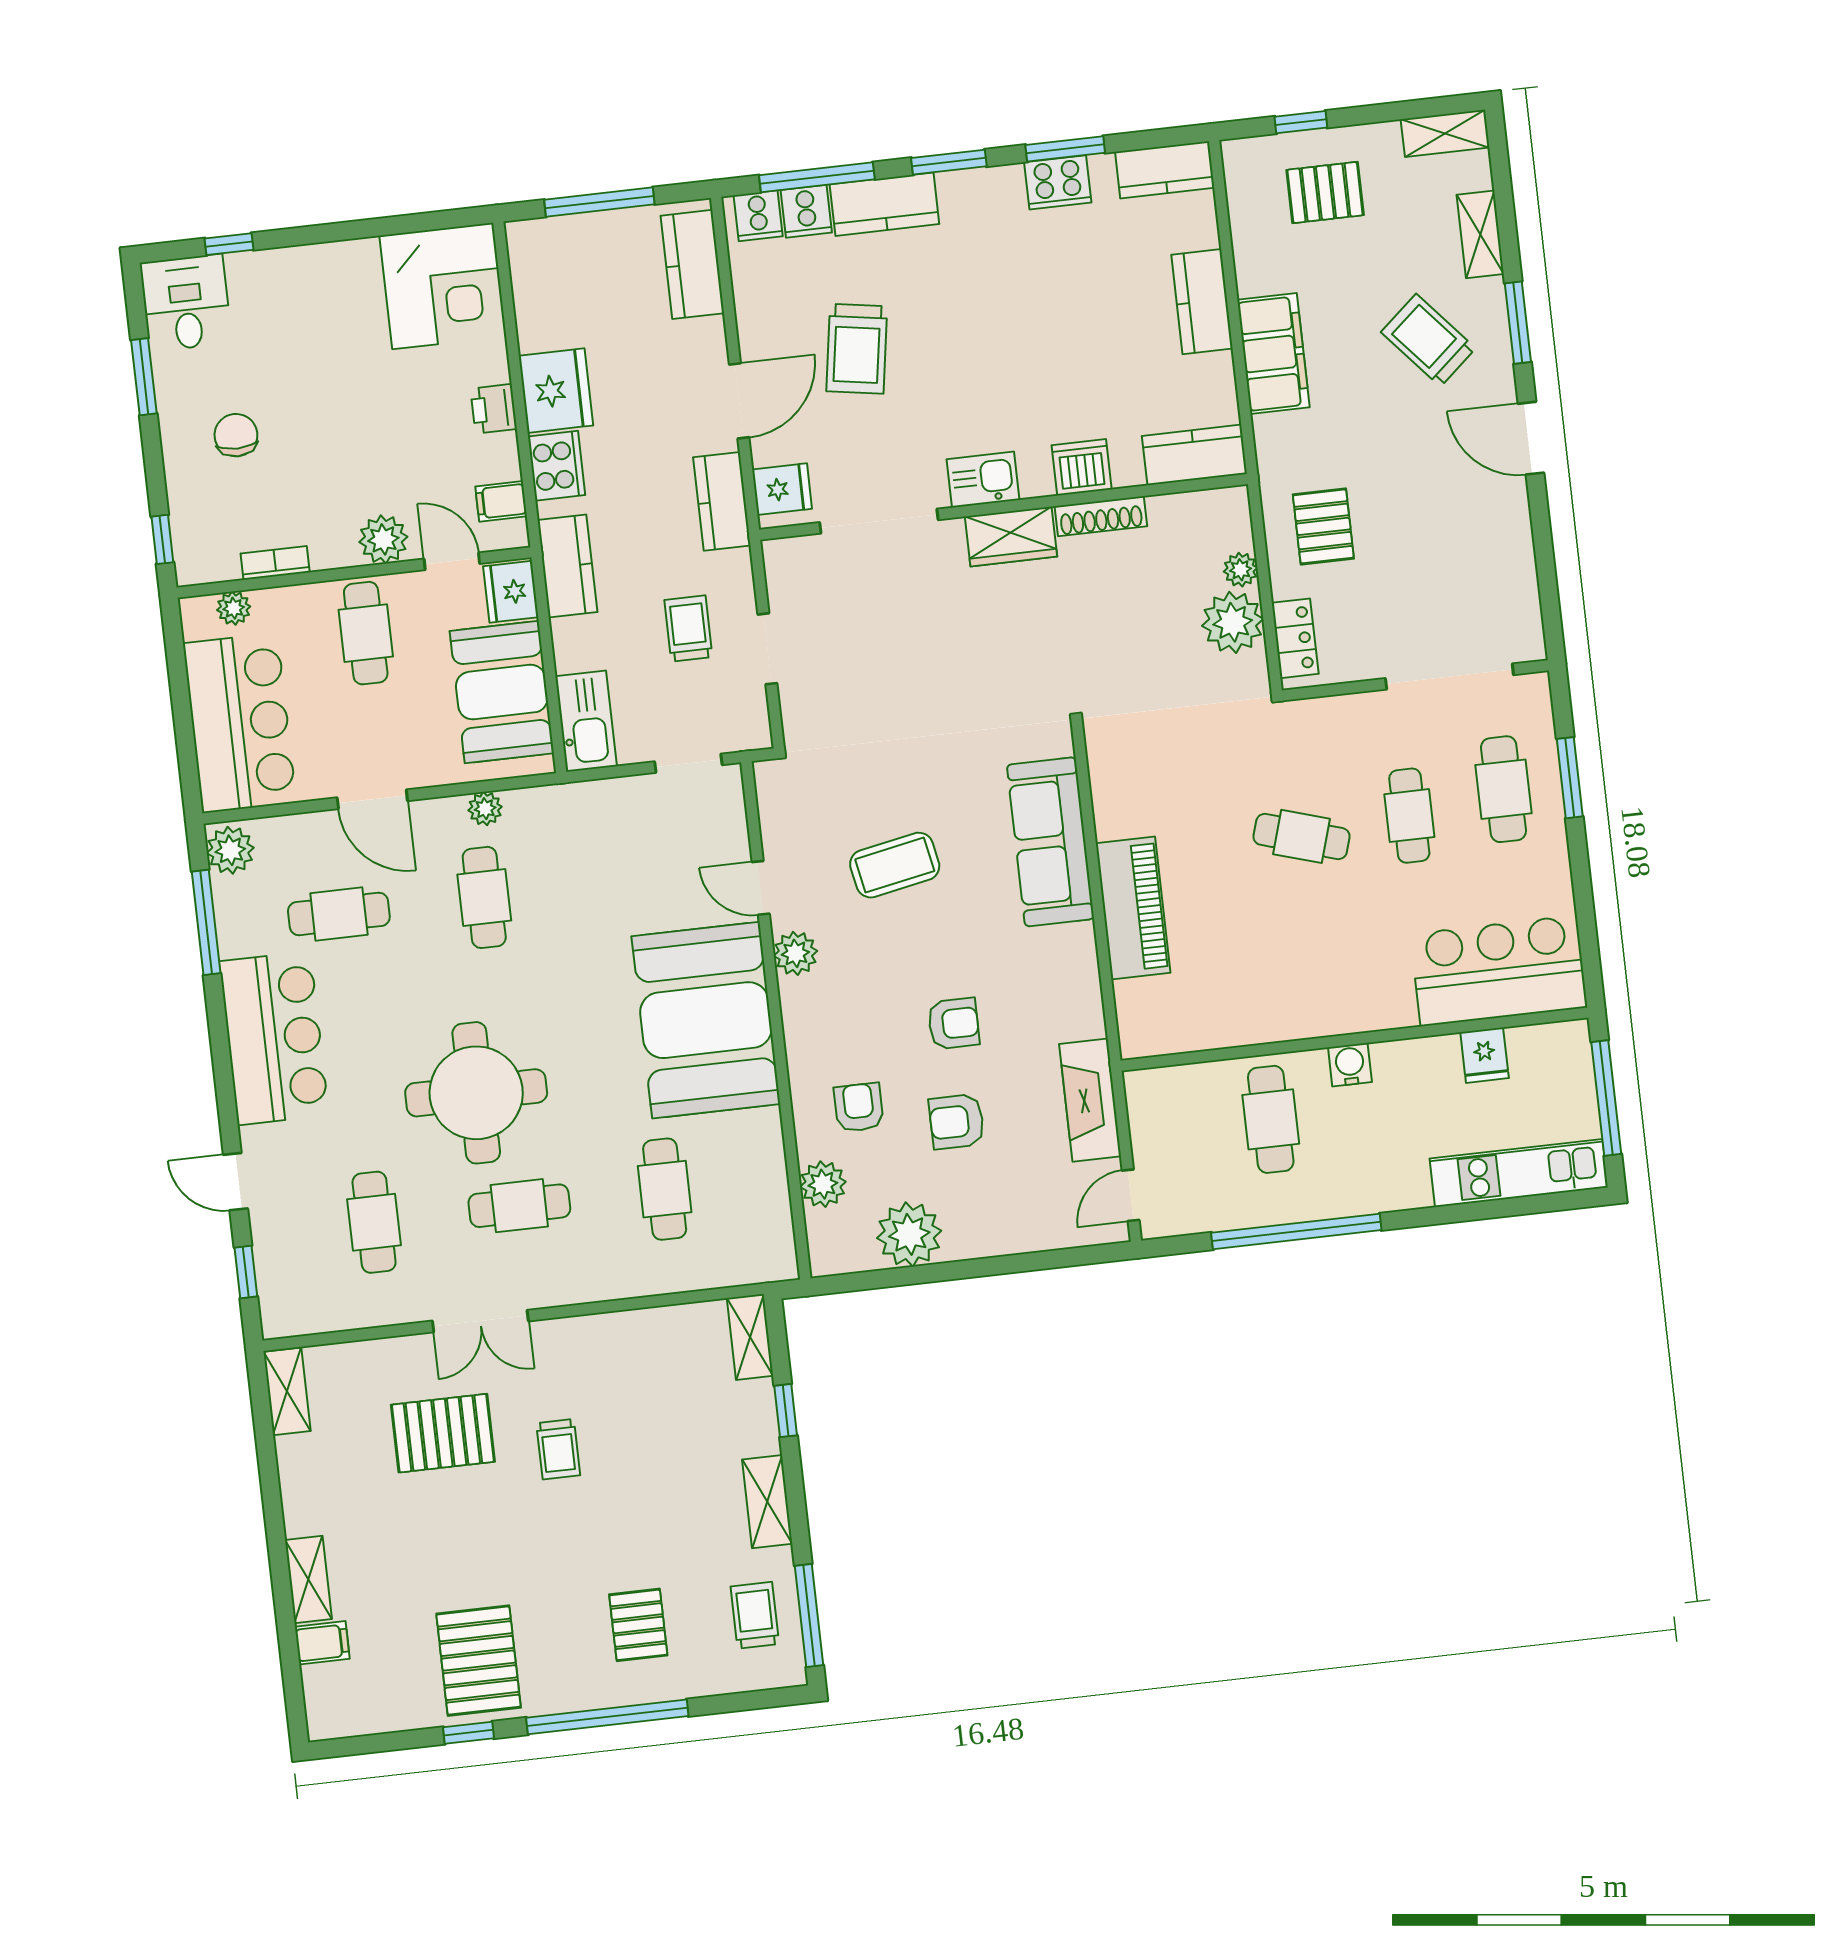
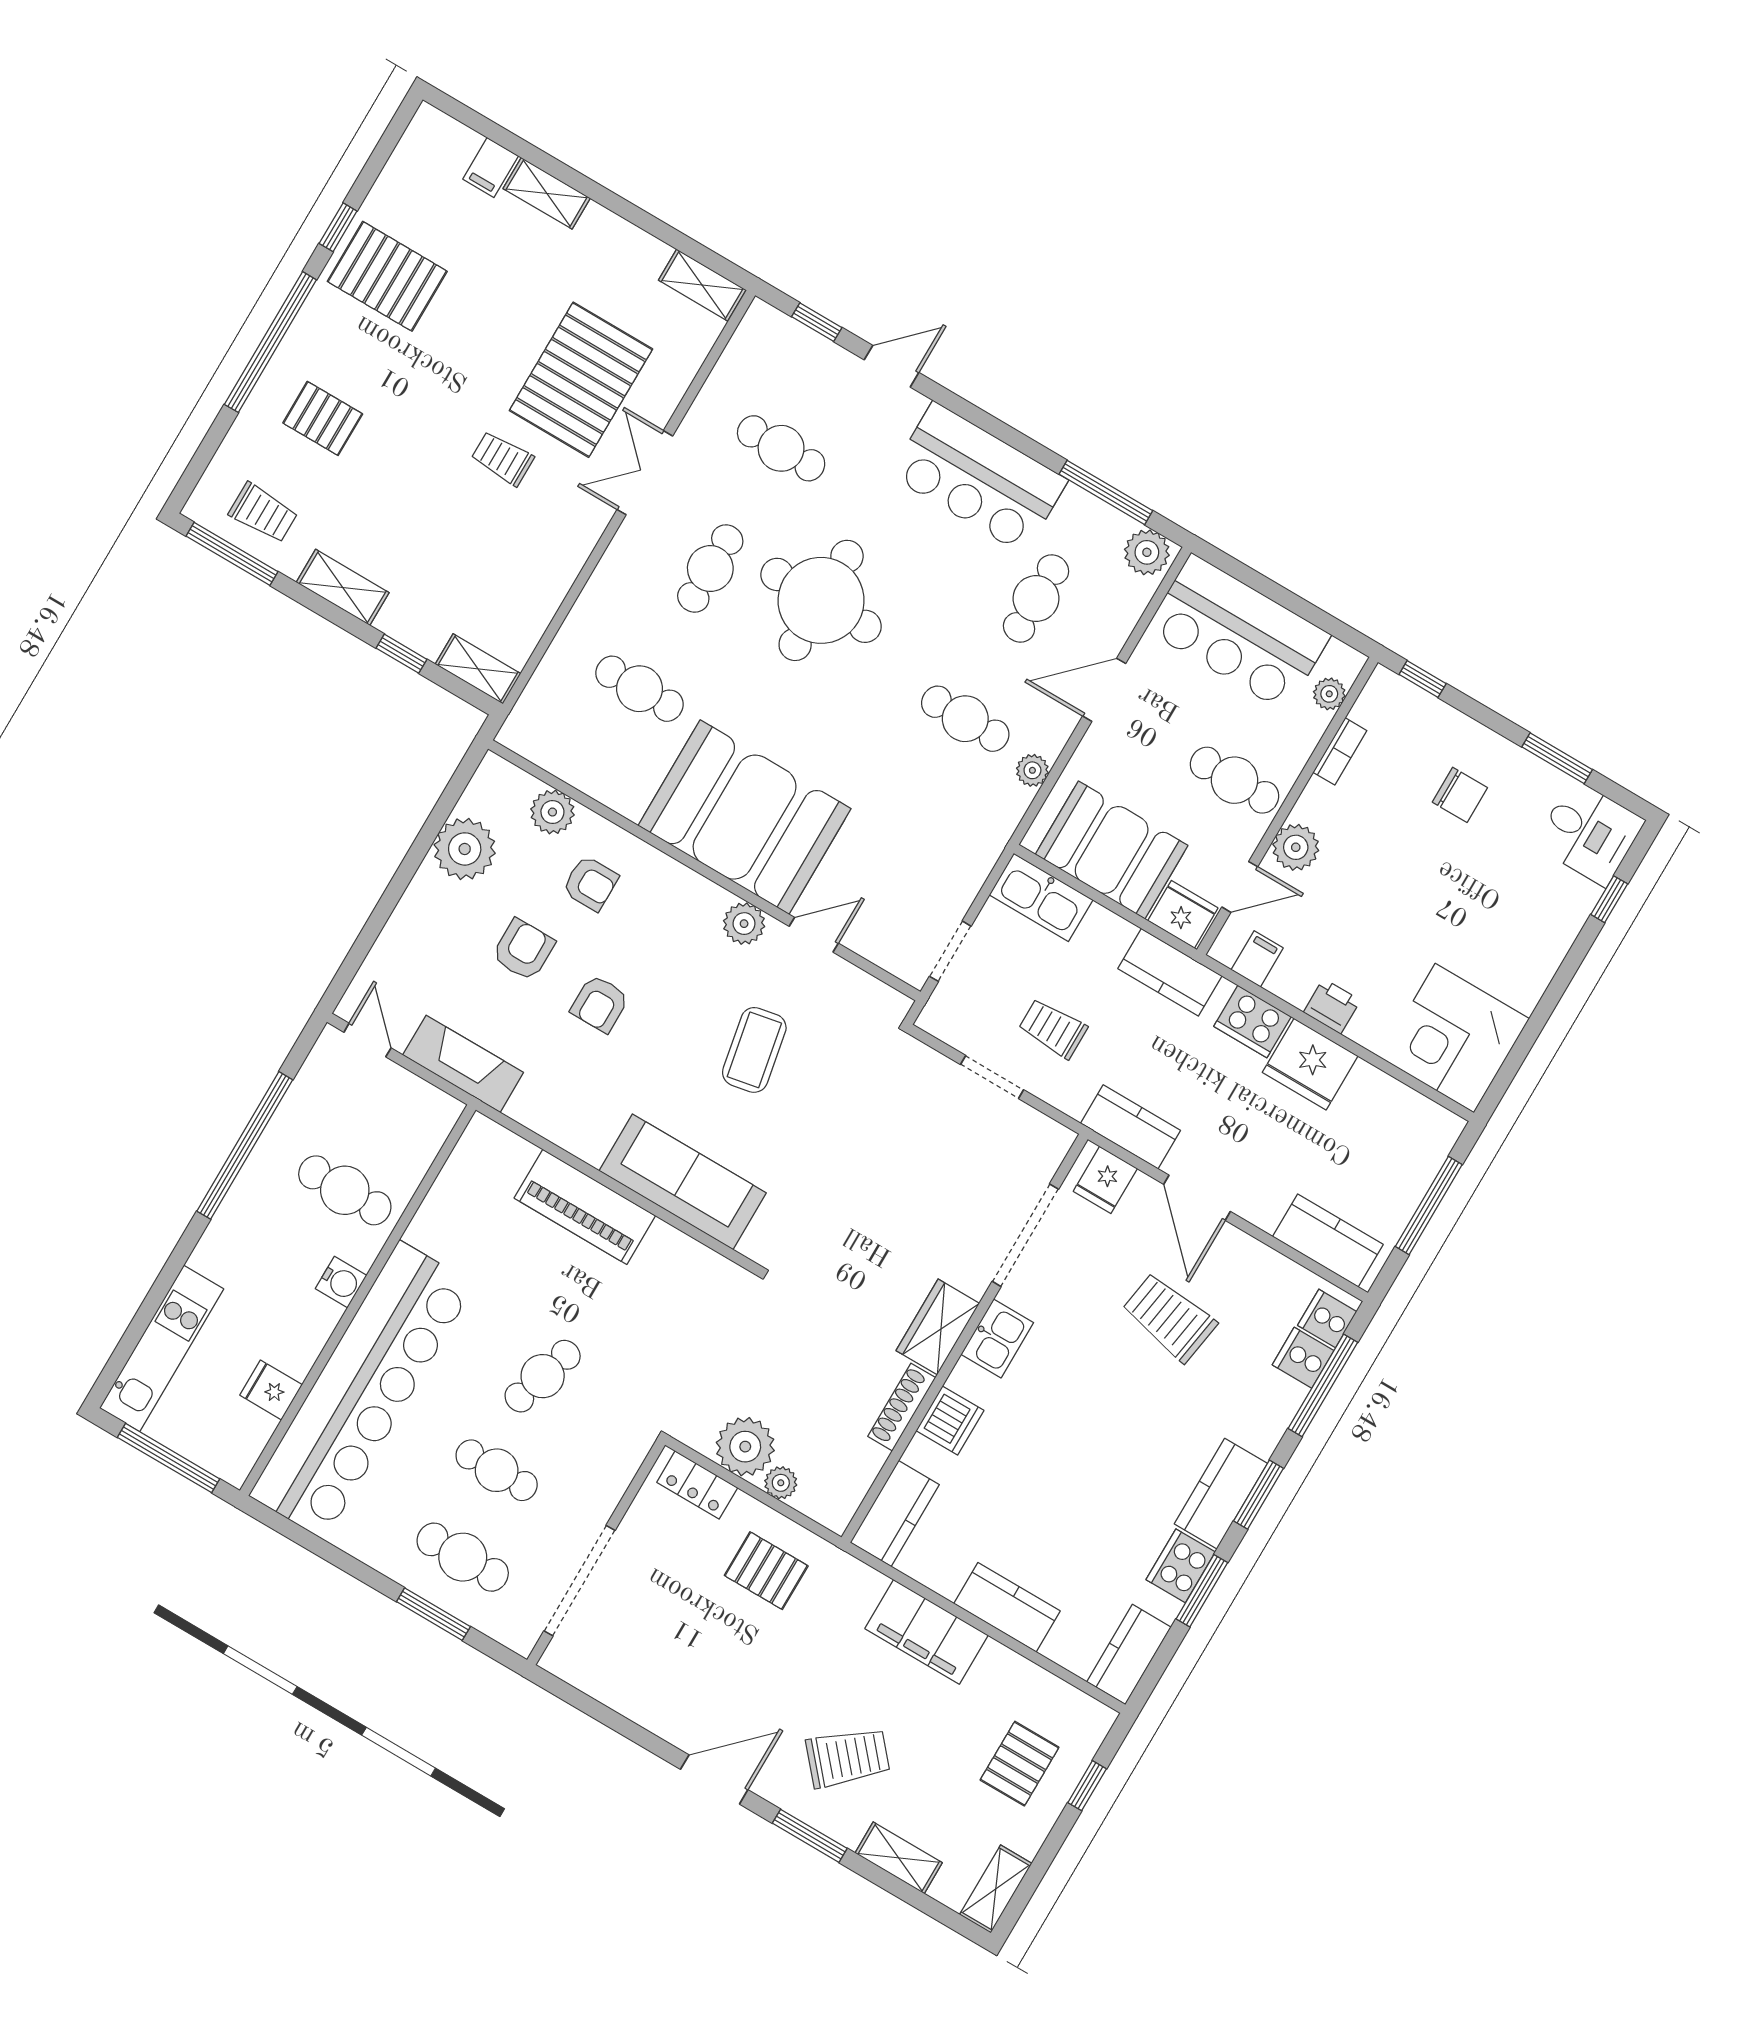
kitchen counter: (884, 204) -> (1221, 1494), moved
trolley: (688, 629) -> (1053, 1028), turned 180
bar counter: (1499, 971) -> (362, 1390), width x1.86
pallet: (443, 1433) -> (581, 380), width x1.37, depth x1.41

